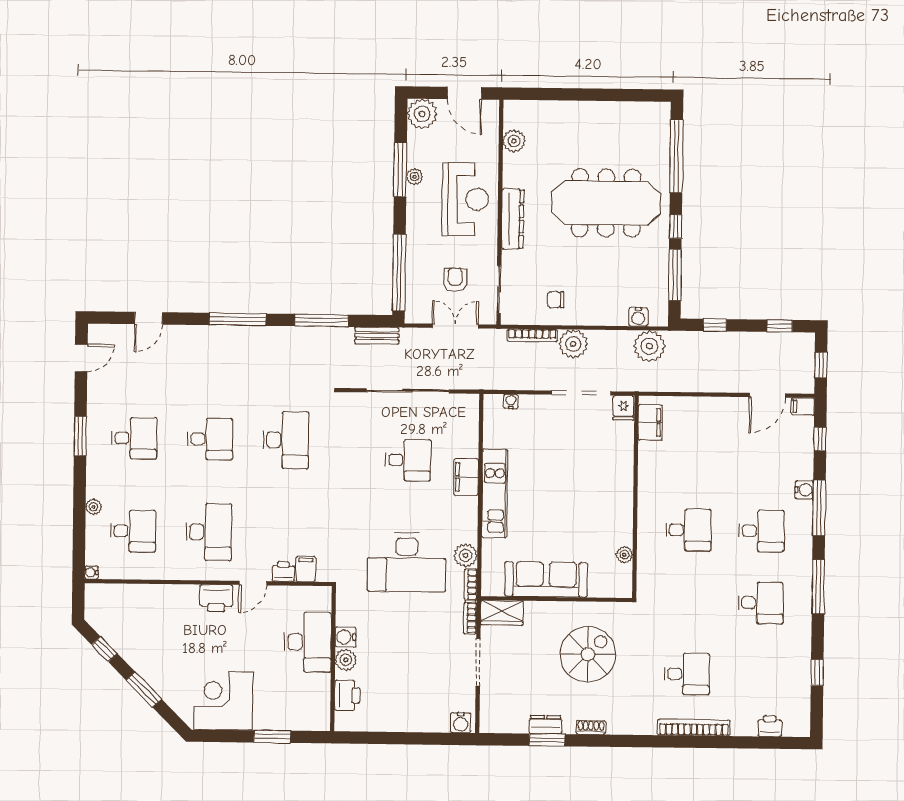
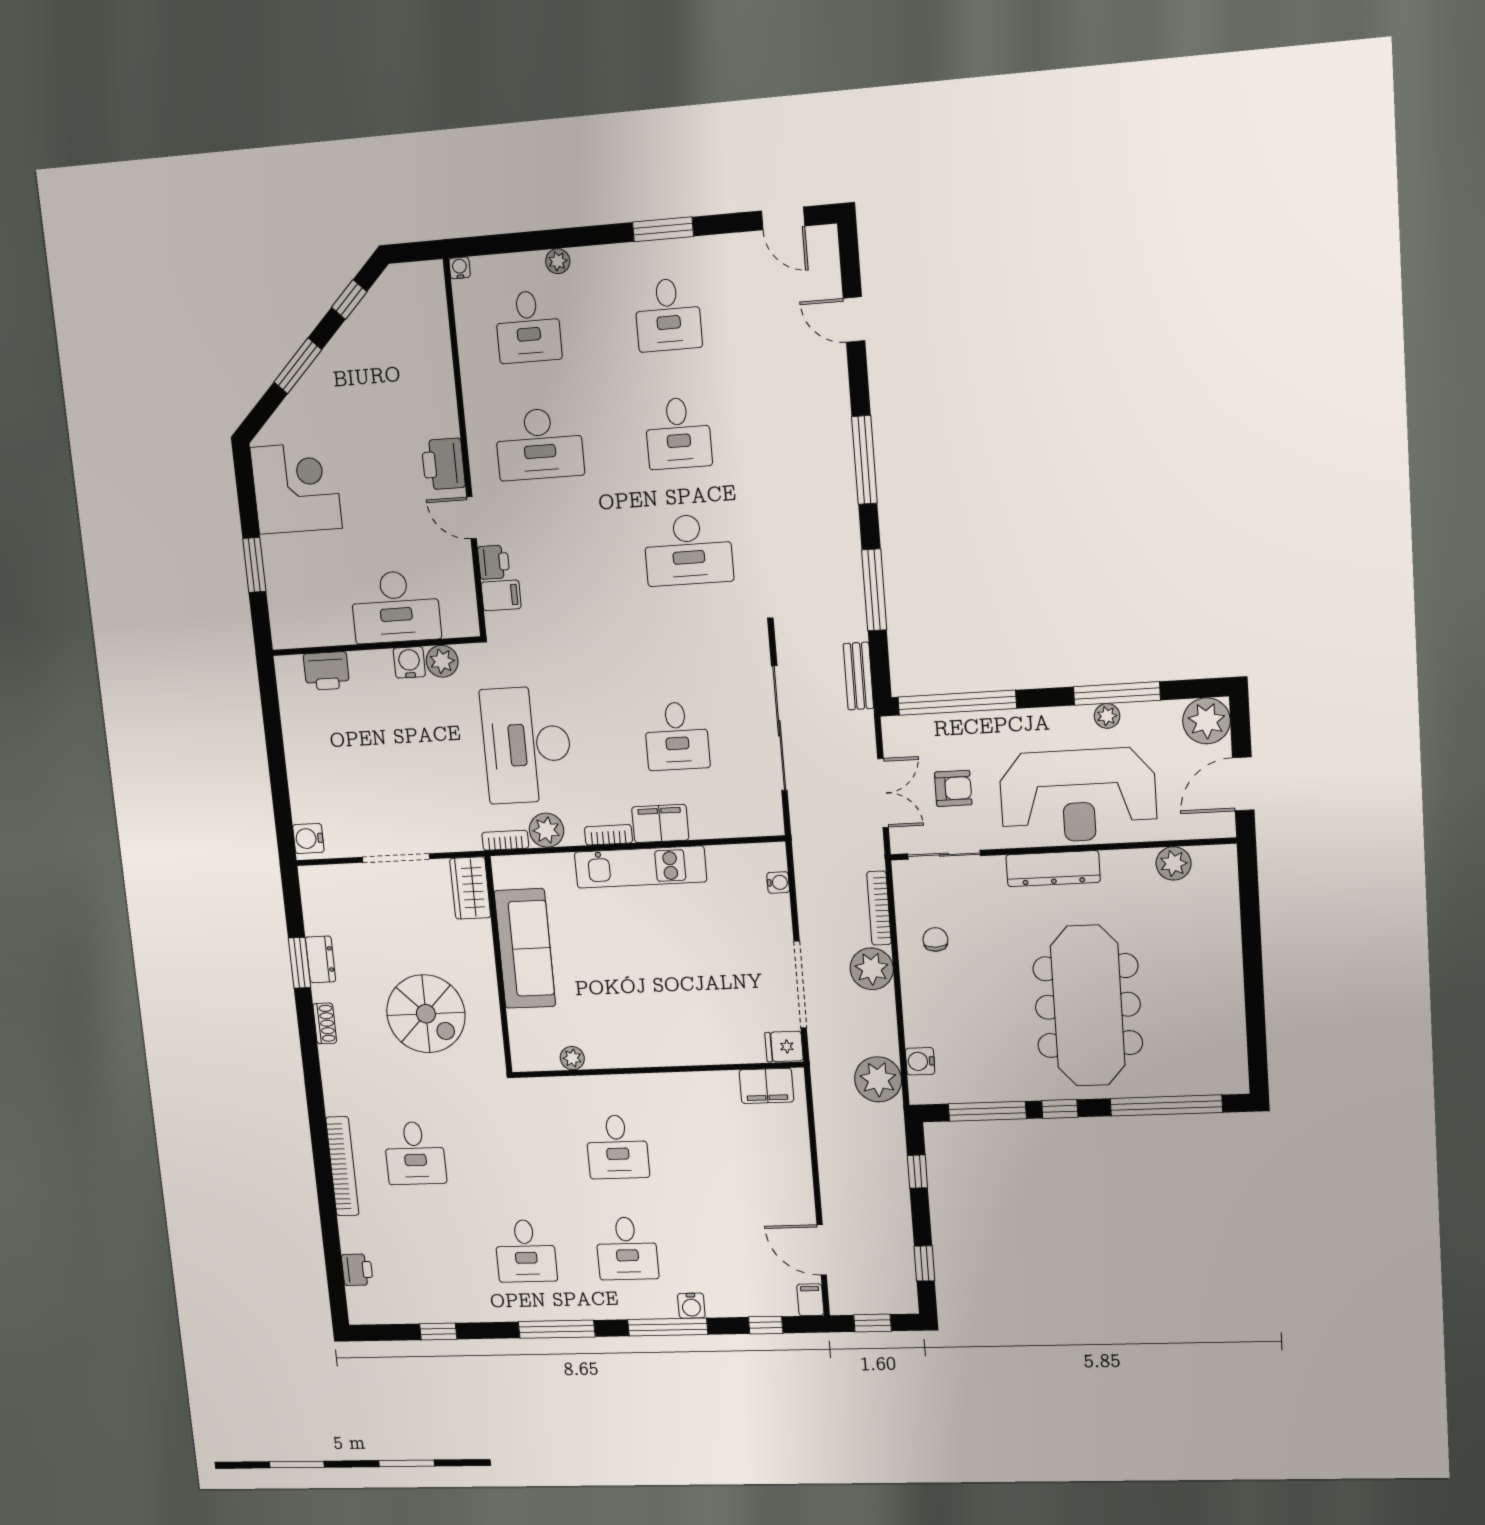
reception desk: (465, 199) -> (1078, 796), width x1.36, depth x1.30
bookcase: (470, 618) -> (608, 835), moved
plant: (346, 660) -> (442, 661), moved

